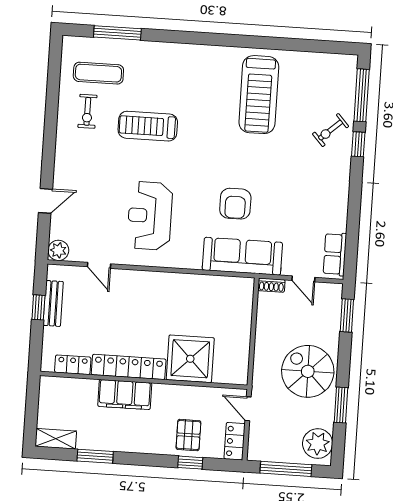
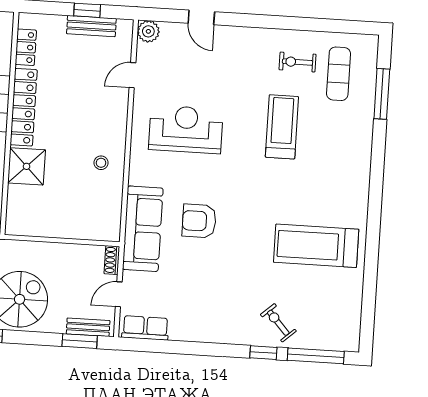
stool: (181, 295) -> (101, 163), added
bench: (334, 308) -> (88, 327), added
shower: (190, 359) -> (27, 166), width x0.73, depth x0.73

